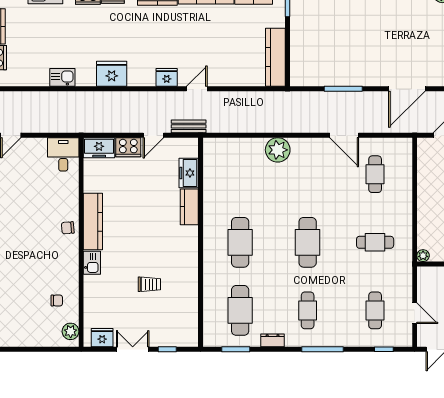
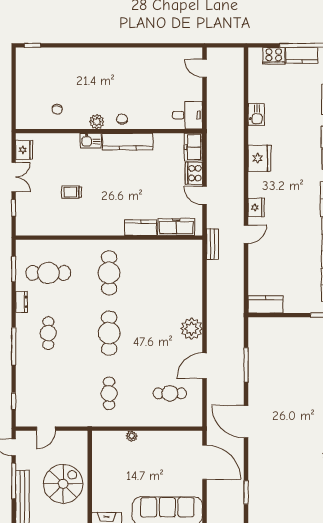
kitchen counter: (275, 57) -> (266, 304), width x0.67
door: (197, 89) -> (246, 234), hinge flipped
bench: (189, 126) -> (213, 244), moved
plant: (278, 150) -> (192, 329), moved
freezer: (189, 173) -> (176, 227), width x1.40
cafe table: (240, 242) -> (109, 273), turned 90
cafe table: (308, 242) -> (109, 333), turned 90
plant: (423, 256) -> (132, 436), moved
trolley: (149, 284) -> (72, 192), turned 90
cafe table: (308, 310) -> (48, 333), turned 90
cafe table: (375, 310) -> (48, 393), removed
plant: (71, 331) -> (97, 122), moved

